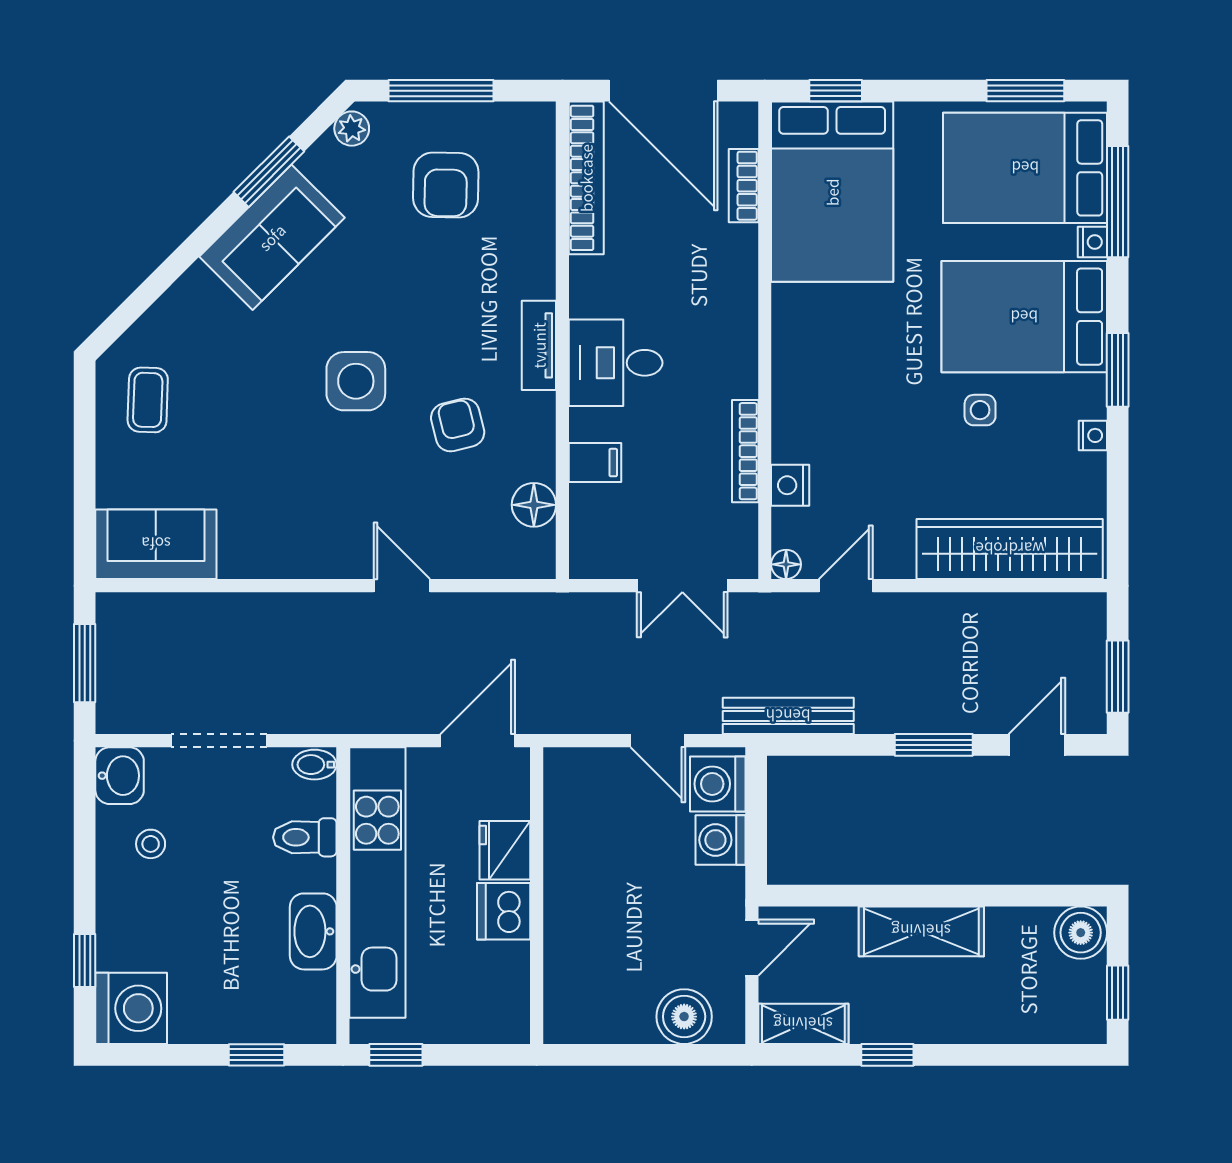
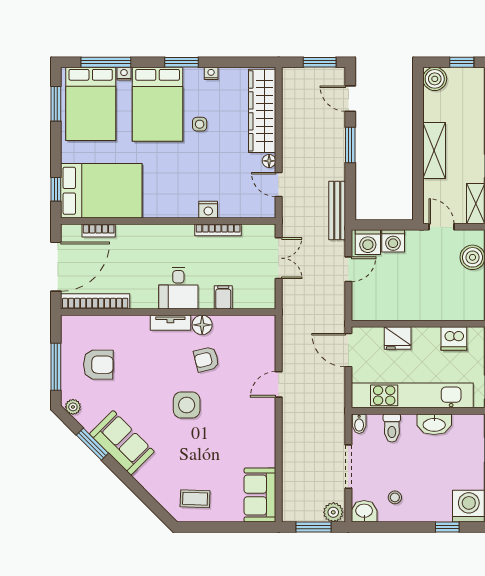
nightstand: (790, 485) -> (208, 210), moved
floor lamp: (534, 505) -> (202, 325), moved
floor lamp: (786, 564) -> (269, 161), moved
plant: (117, 707) -> (333, 512), added
dishwasher: (504, 911) -> (454, 339), moved

